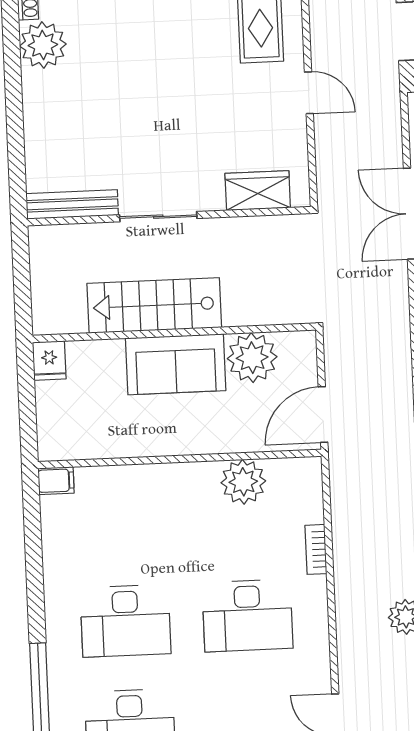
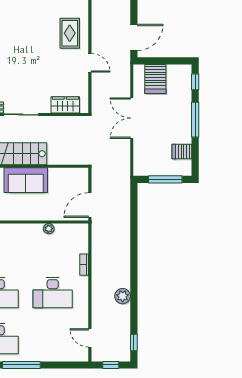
plant: (252, 358) -> (60, 179), removed
plant: (243, 482) -> (49, 229), width x0.53, depth x0.53

